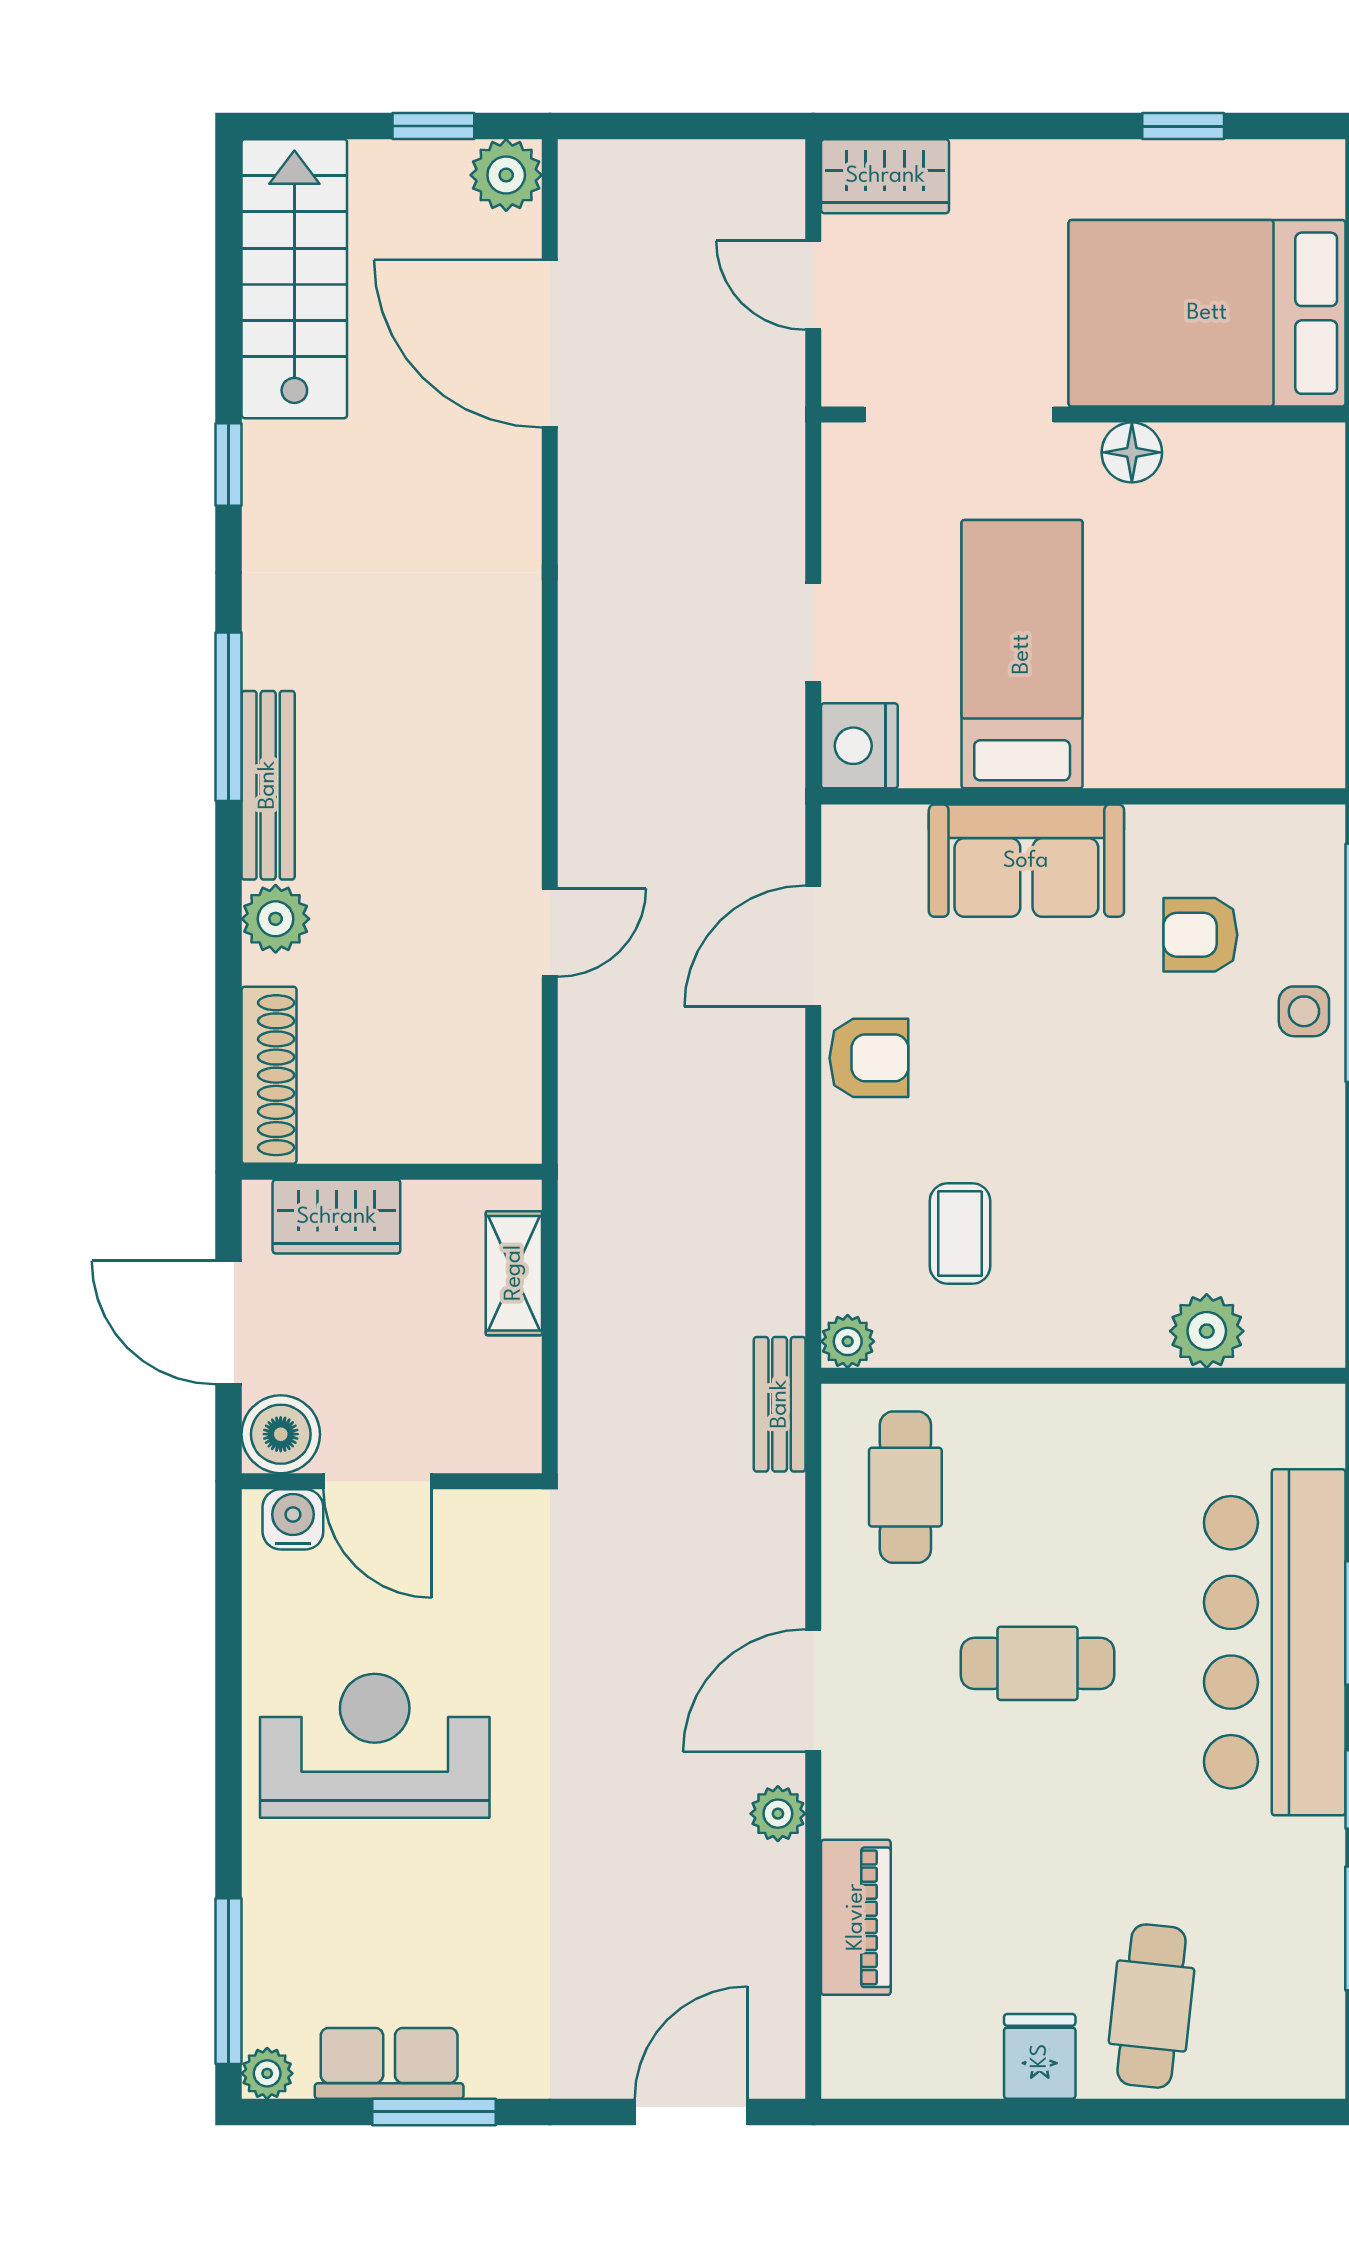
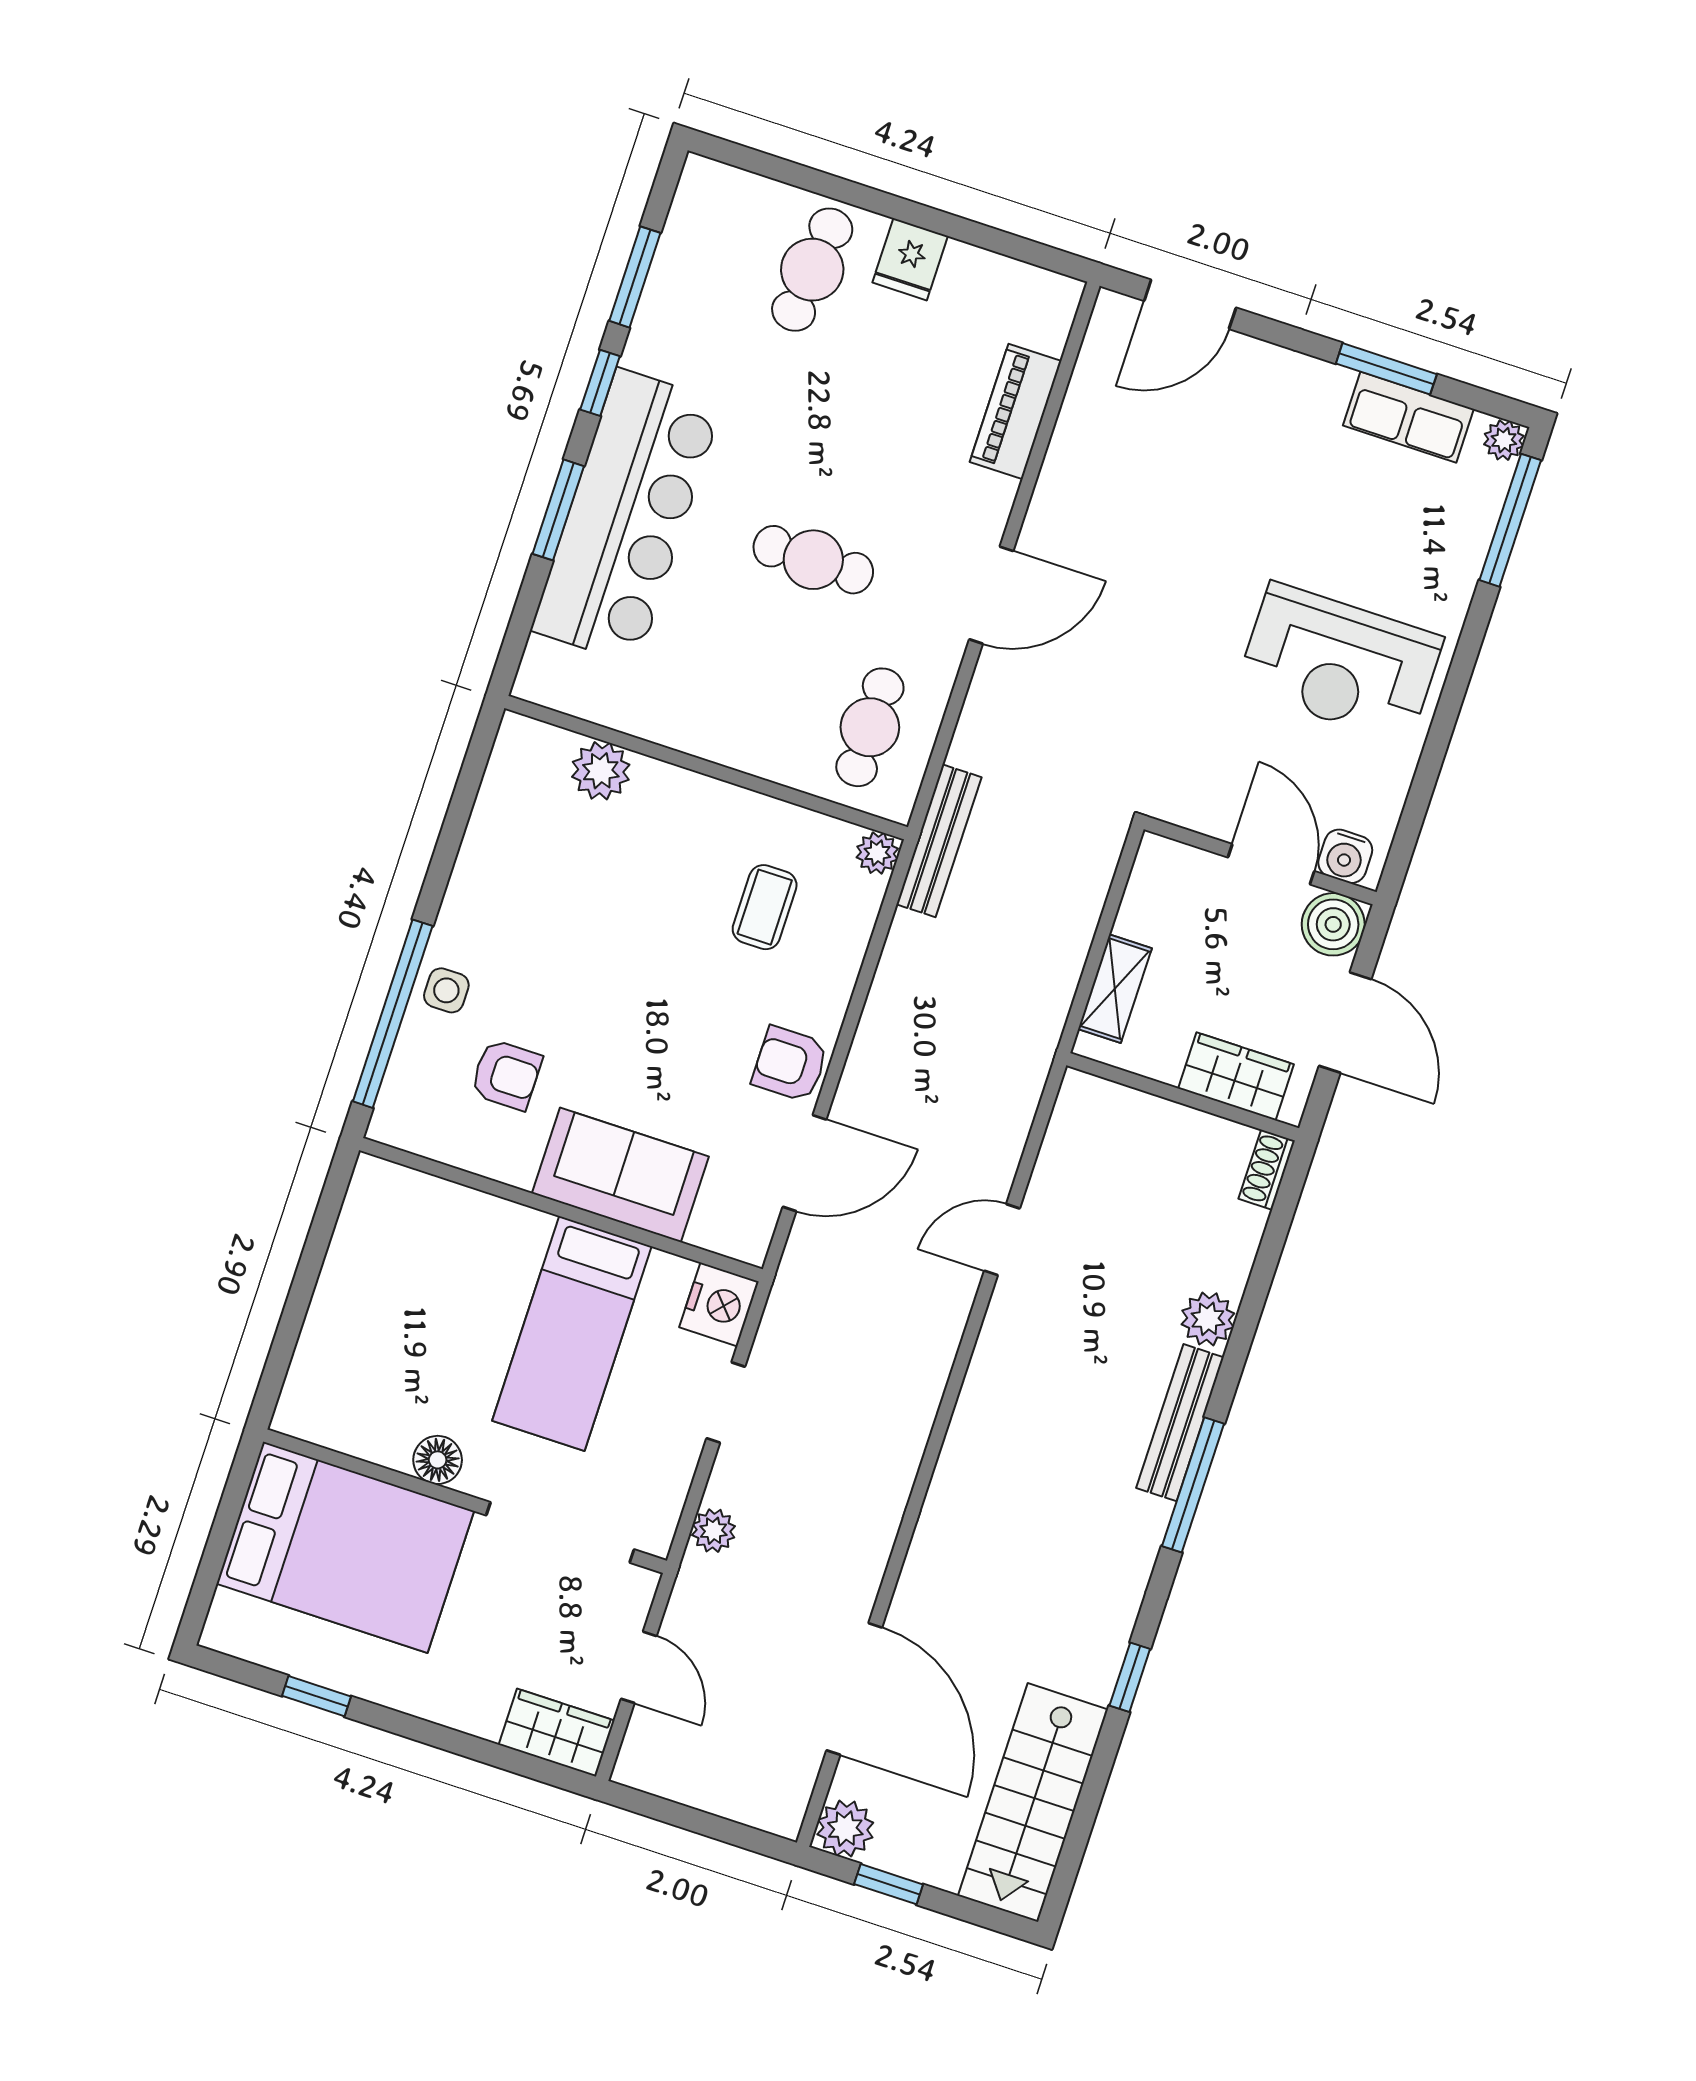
shoe rack: (269, 1075) -> (1267, 1170), width x0.51, depth x0.81
bench: (780, 1404) -> (939, 841), width x1.36
plant: (778, 1814) -> (714, 1531), moved

